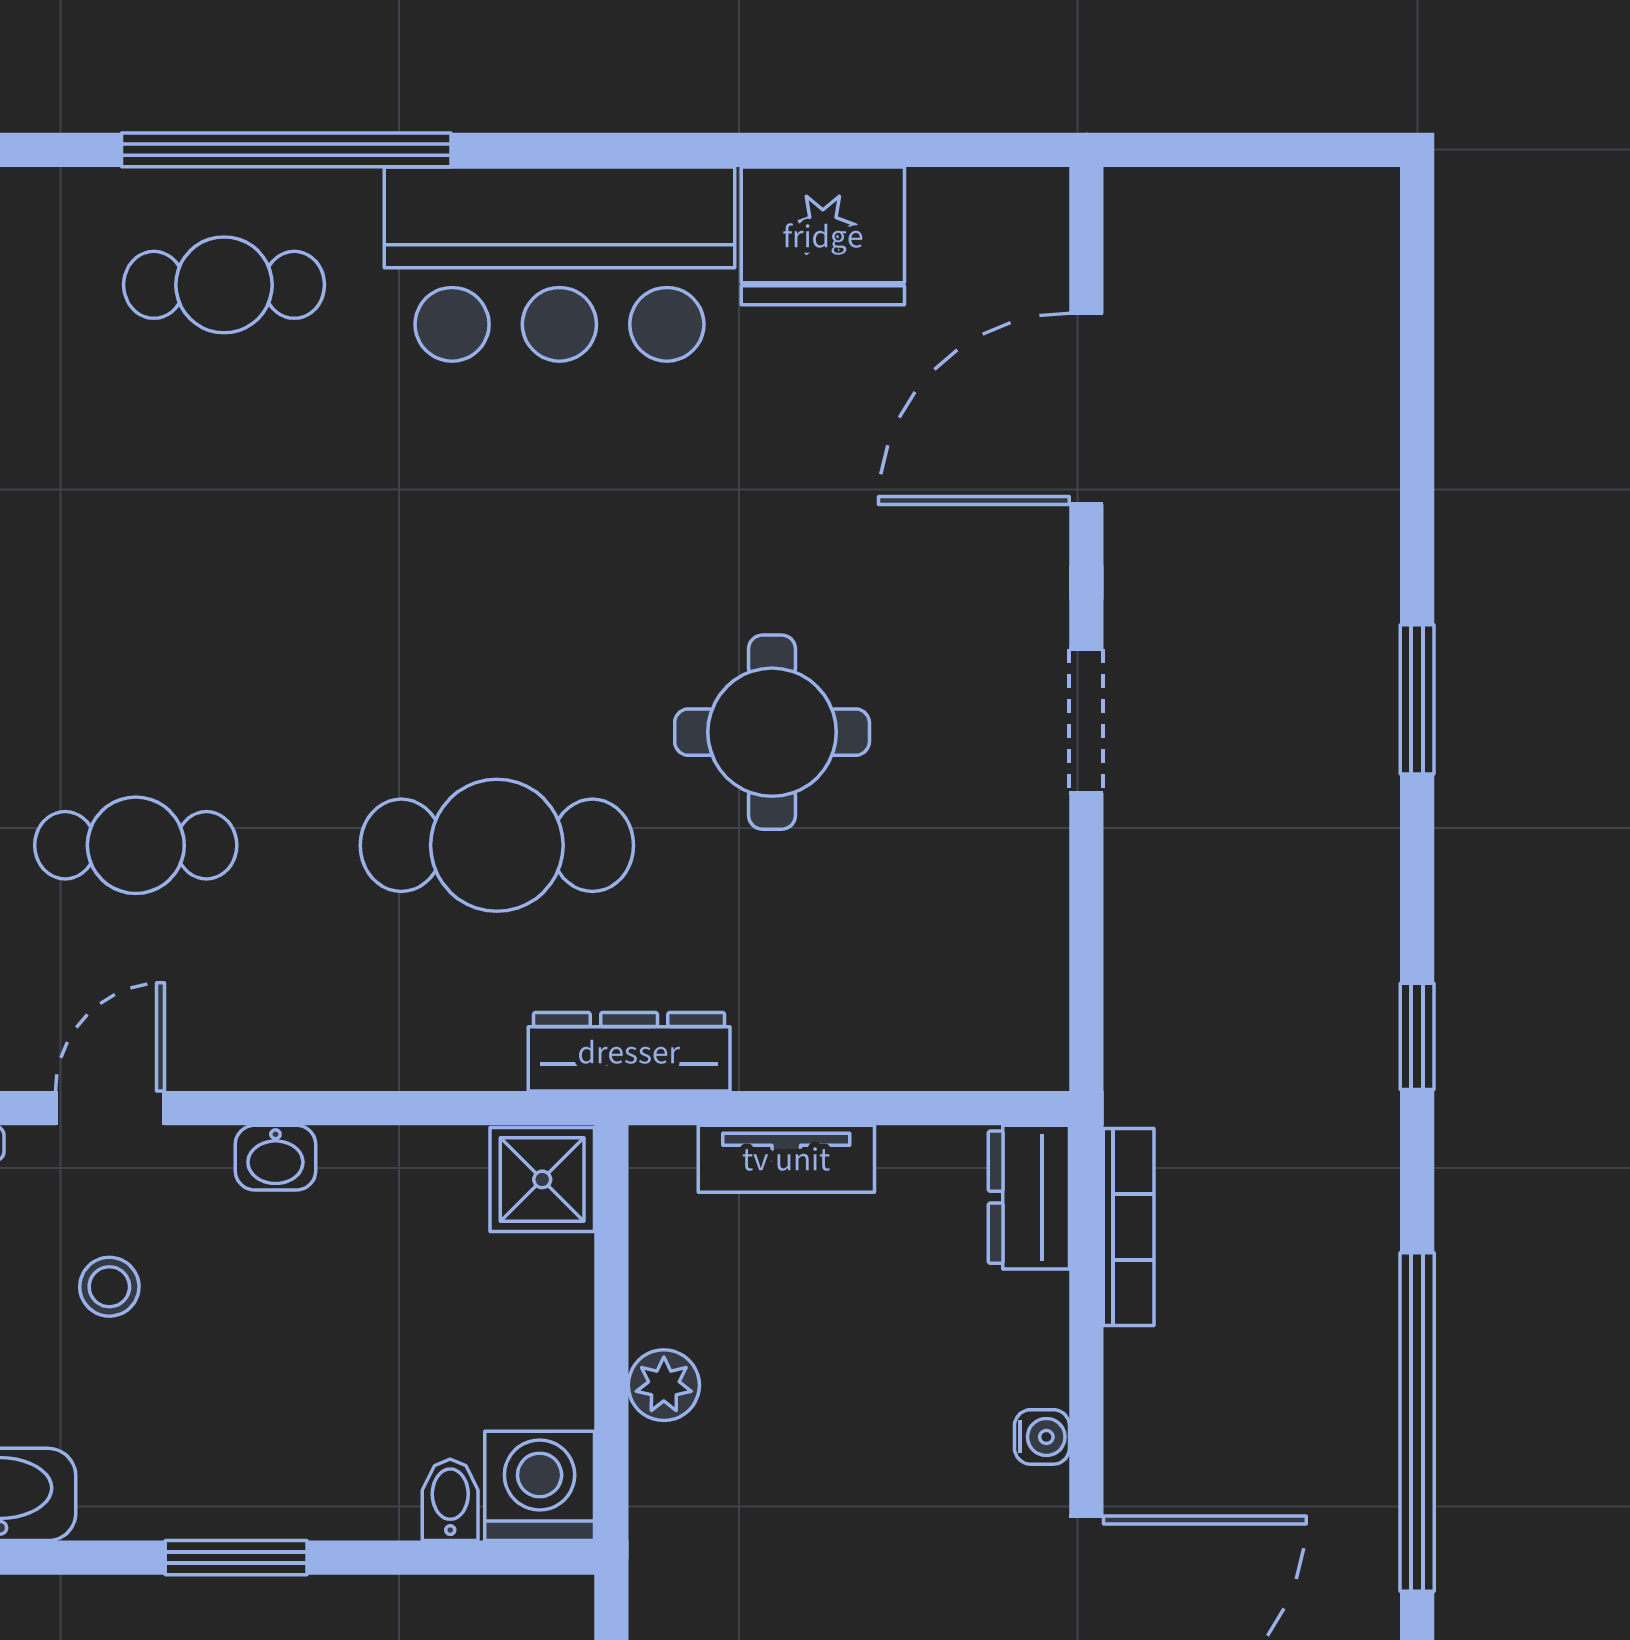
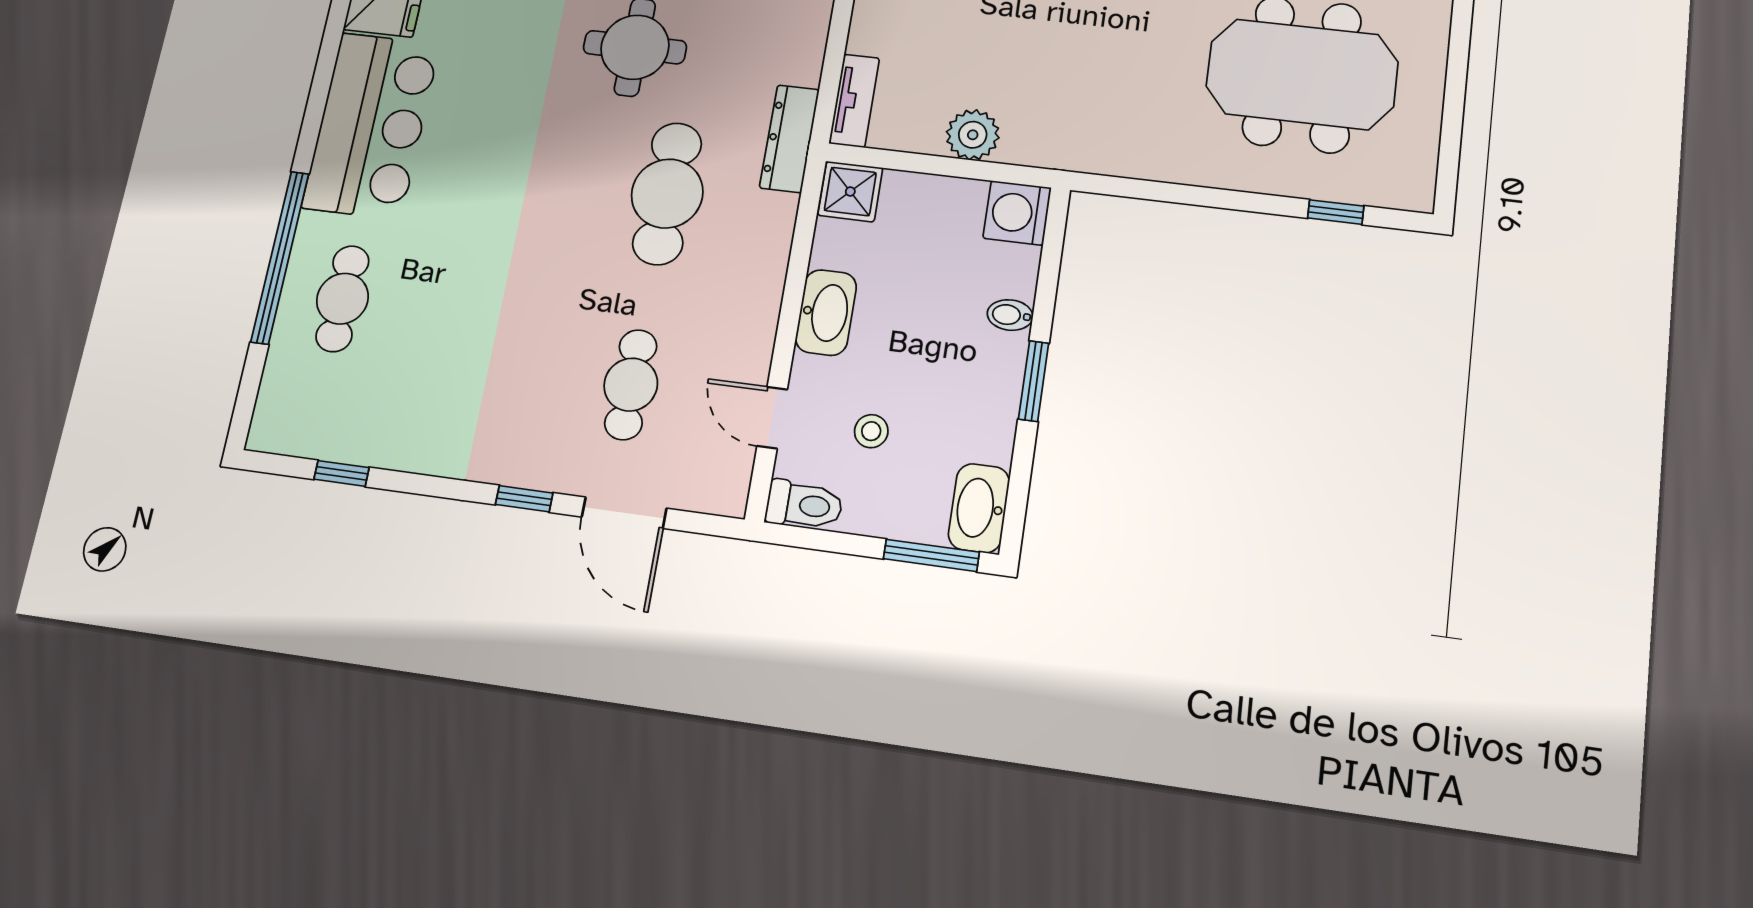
washbasin: (275, 1158) -> (826, 312), width x1.91, depth x1.45
tv unit: (786, 1159) -> (854, 101), moved
plant: (664, 1385) -> (973, 135), width x1.38, depth x1.38
bidet: (450, 1500) -> (1010, 315), moved

